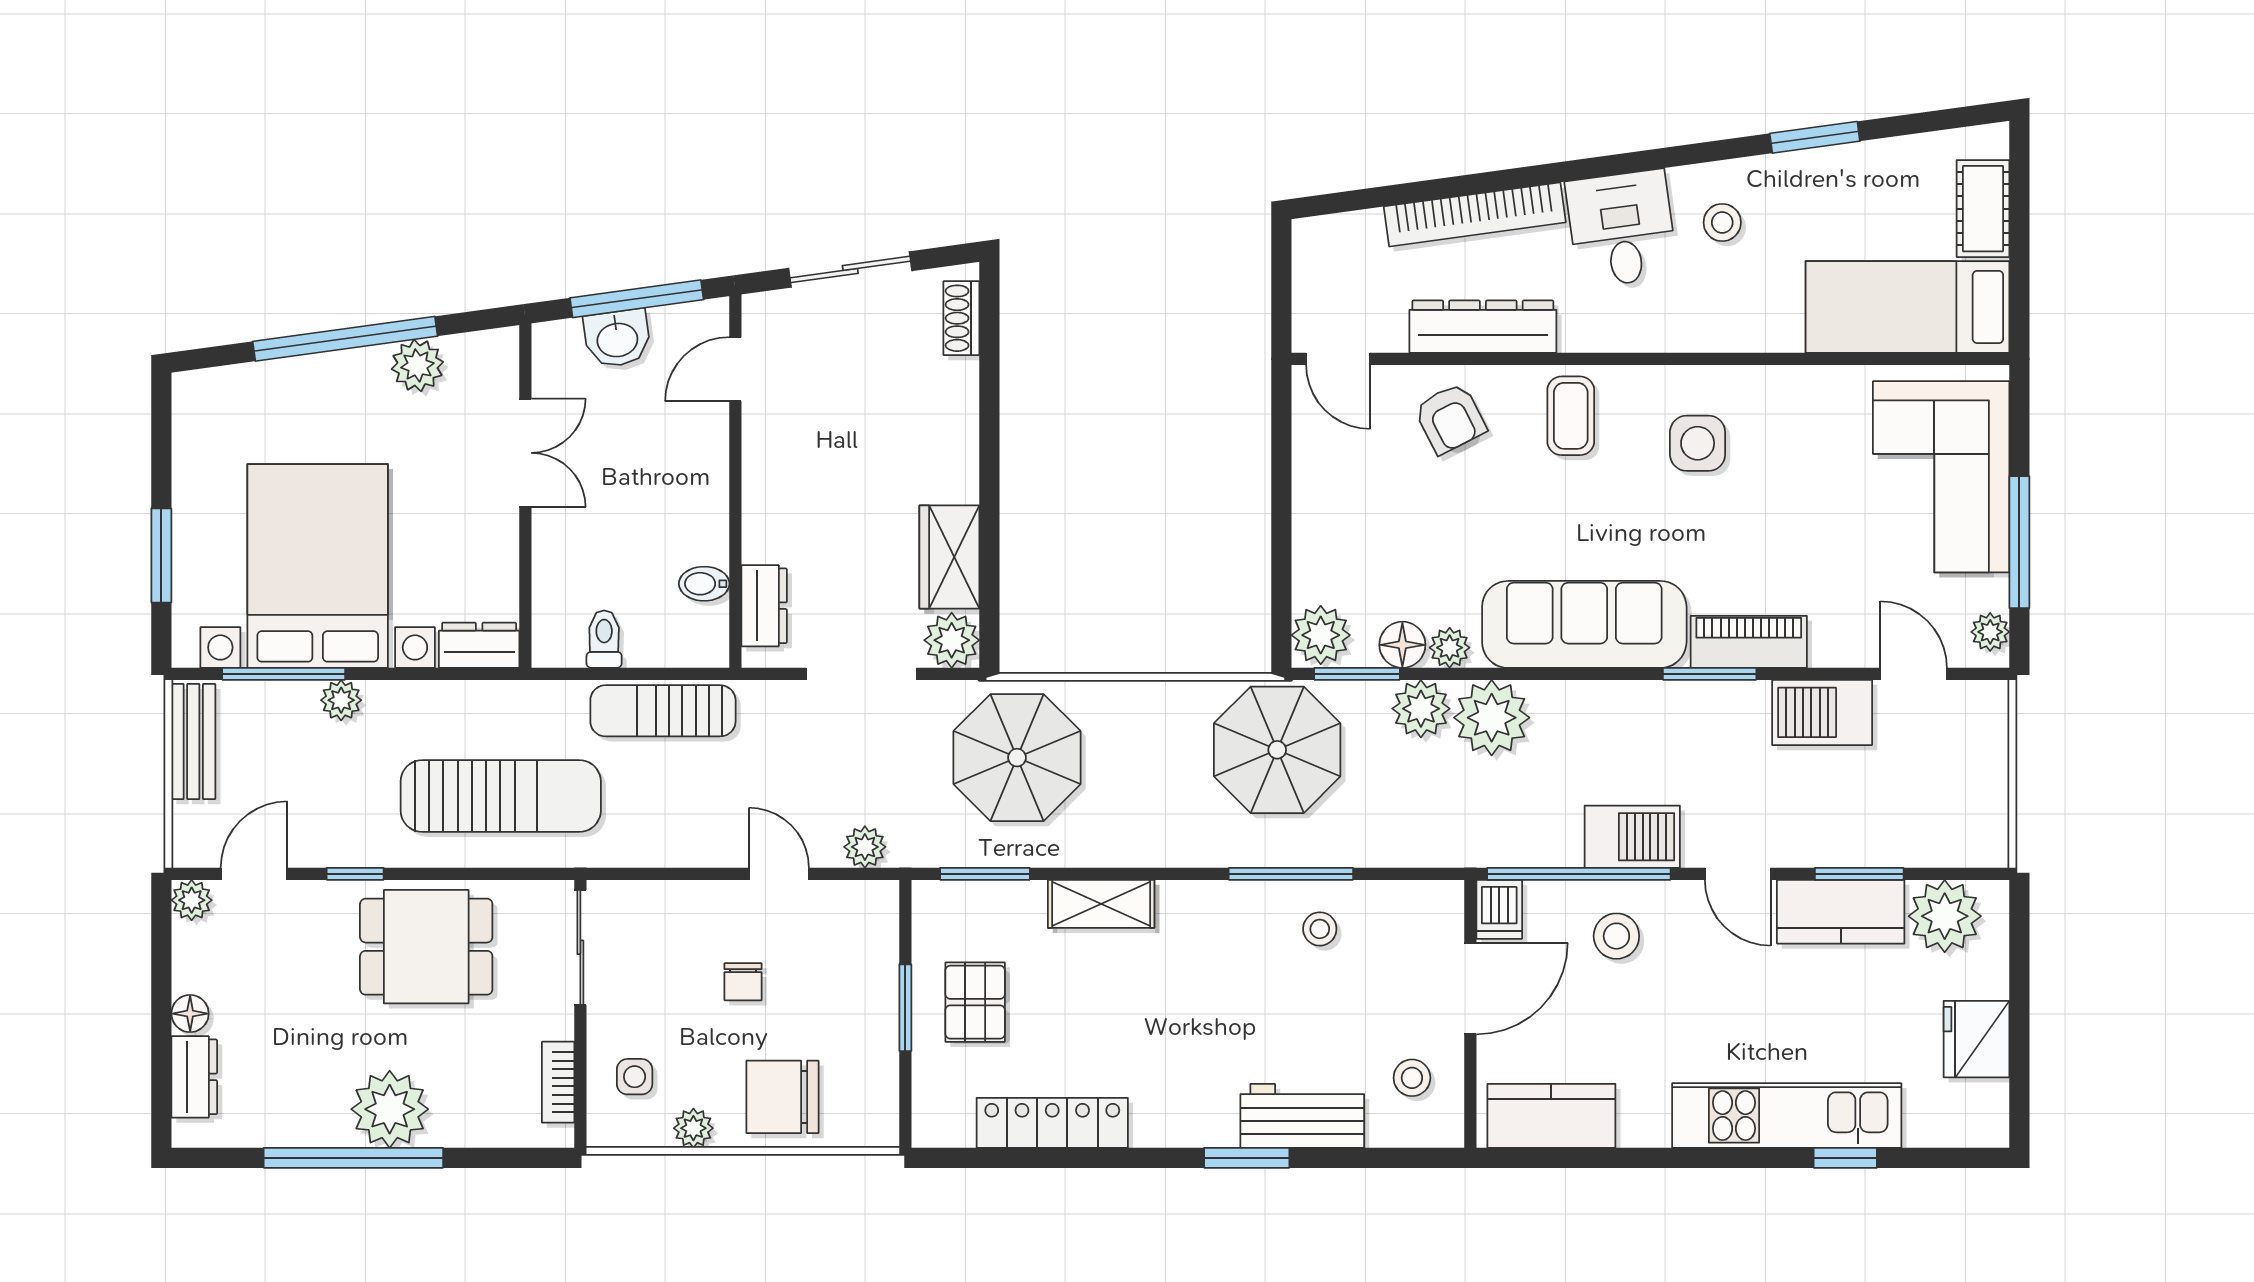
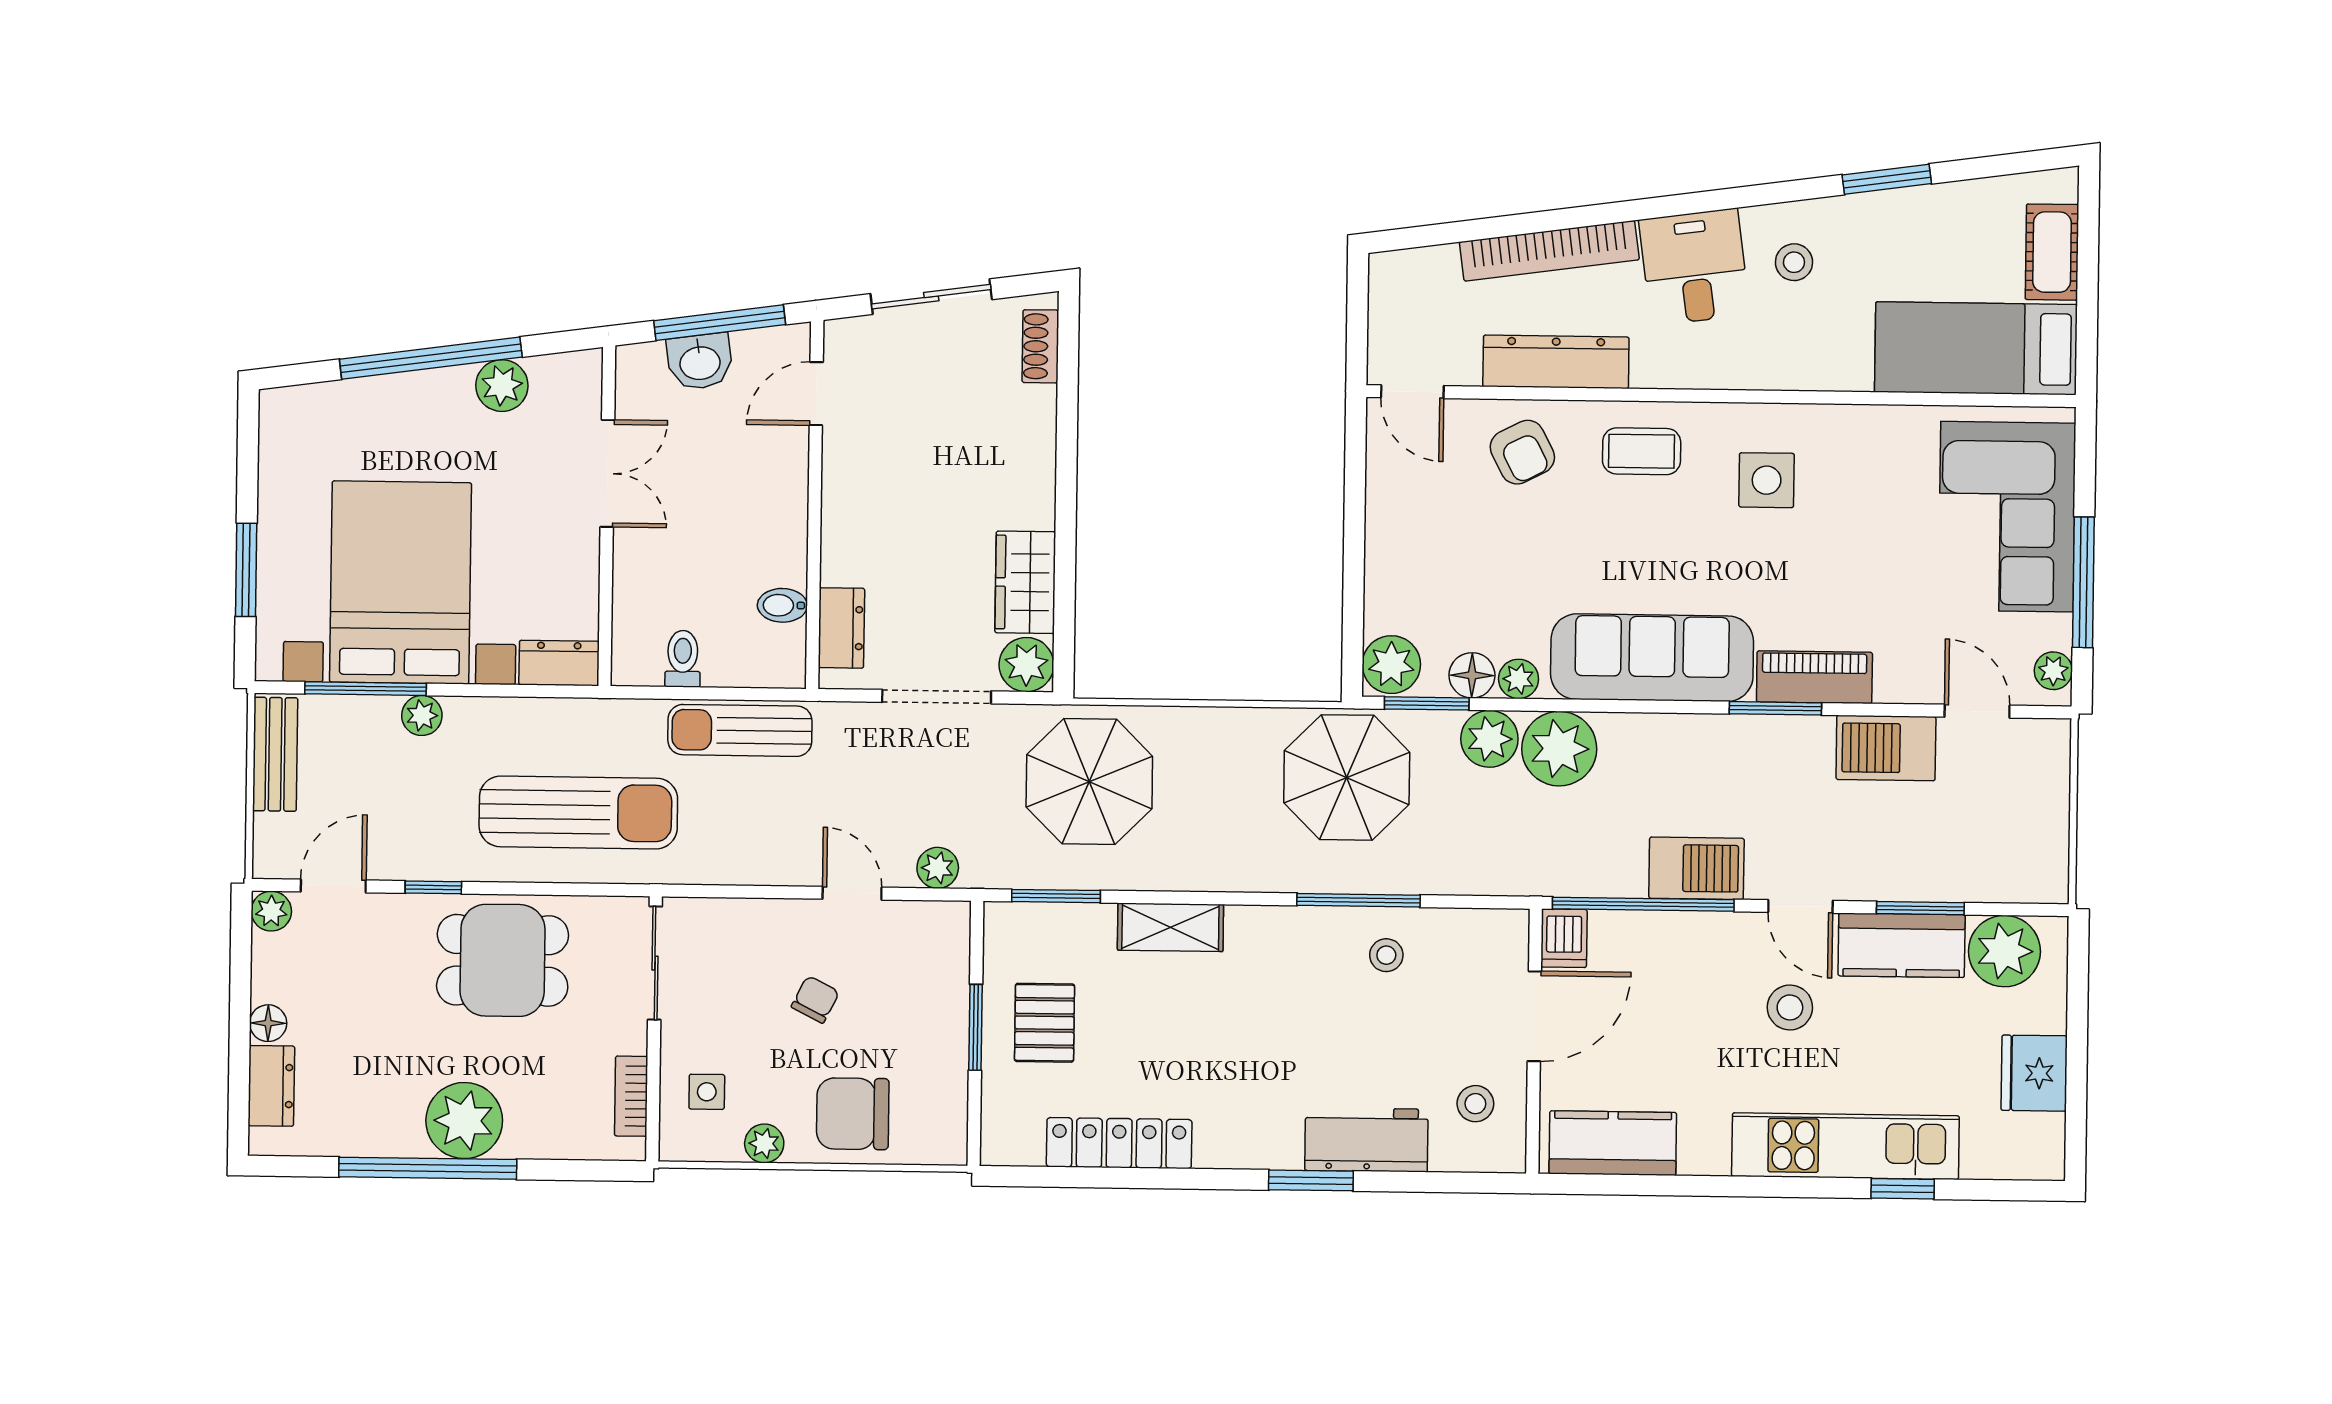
coffee table: (1571, 416) -> (1642, 451), turned 90
stool: (1616, 936) -> (1790, 1007), moved
chair: (743, 982) -> (815, 999), turned -153

